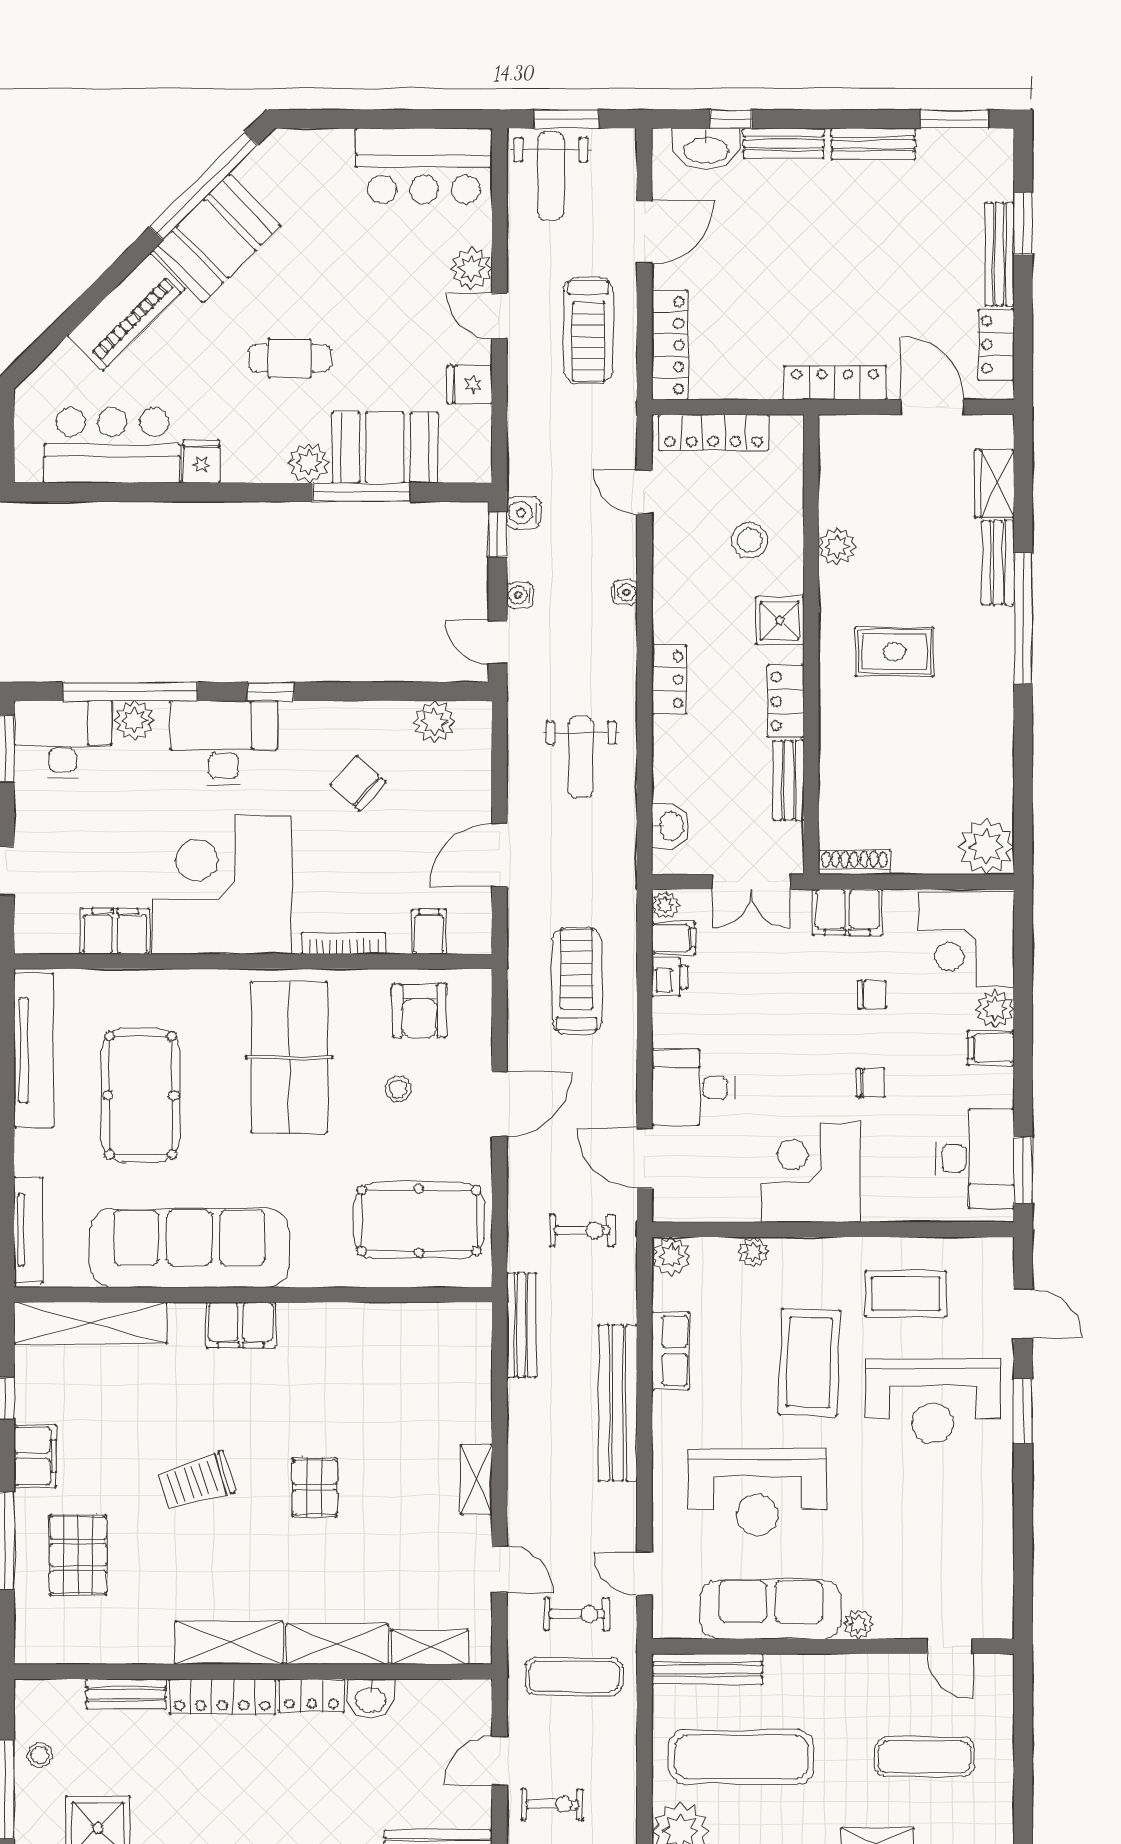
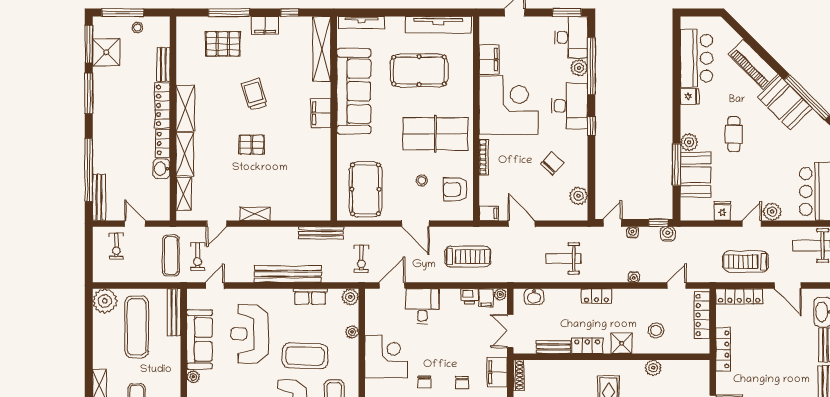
locker: (835, 383) -> (723, 350), moved
filing cabinet: (429, 932) -> (489, 213), moved

